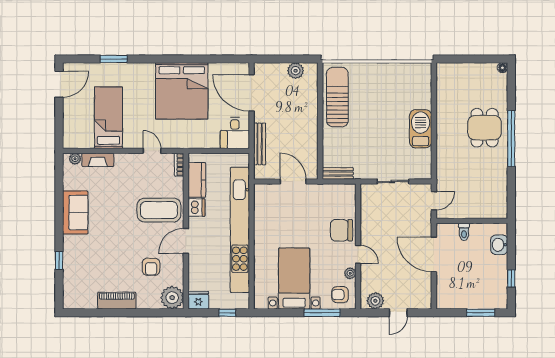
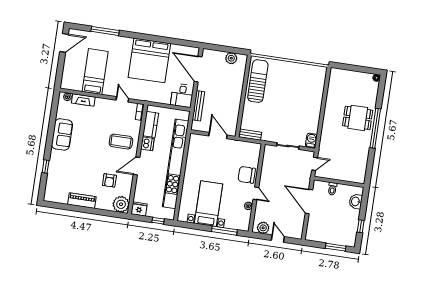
window: (114, 59) -> (105, 31), width x1.44
dining table: (485, 128) -> (358, 118), turned 90
barbecue: (421, 129) -> (311, 141), moved, width x0.53, depth x0.65
coffee table: (159, 210) -> (121, 142), width x0.73, depth x0.76
armchair: (340, 295) -> (239, 220), removed
door: (398, 313) -> (278, 239), swing flipped

